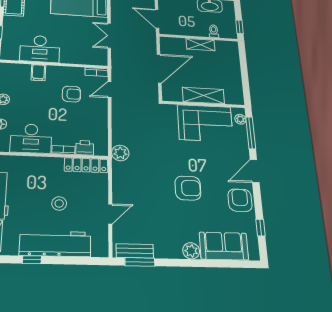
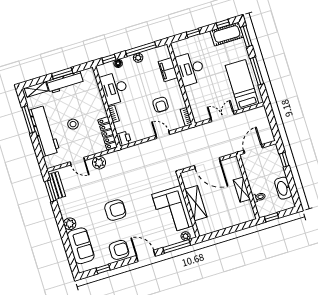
filing cabinet: (38, 73) -> (168, 70), width x2.00
door: (110, 90) -> (163, 135), moved
printer: (85, 148) -> (124, 139), moved
plant: (120, 153) -> (99, 163), moved
armchair: (188, 188) -> (115, 210), turned -90
window: (32, 260) -> (28, 120), width x2.17

